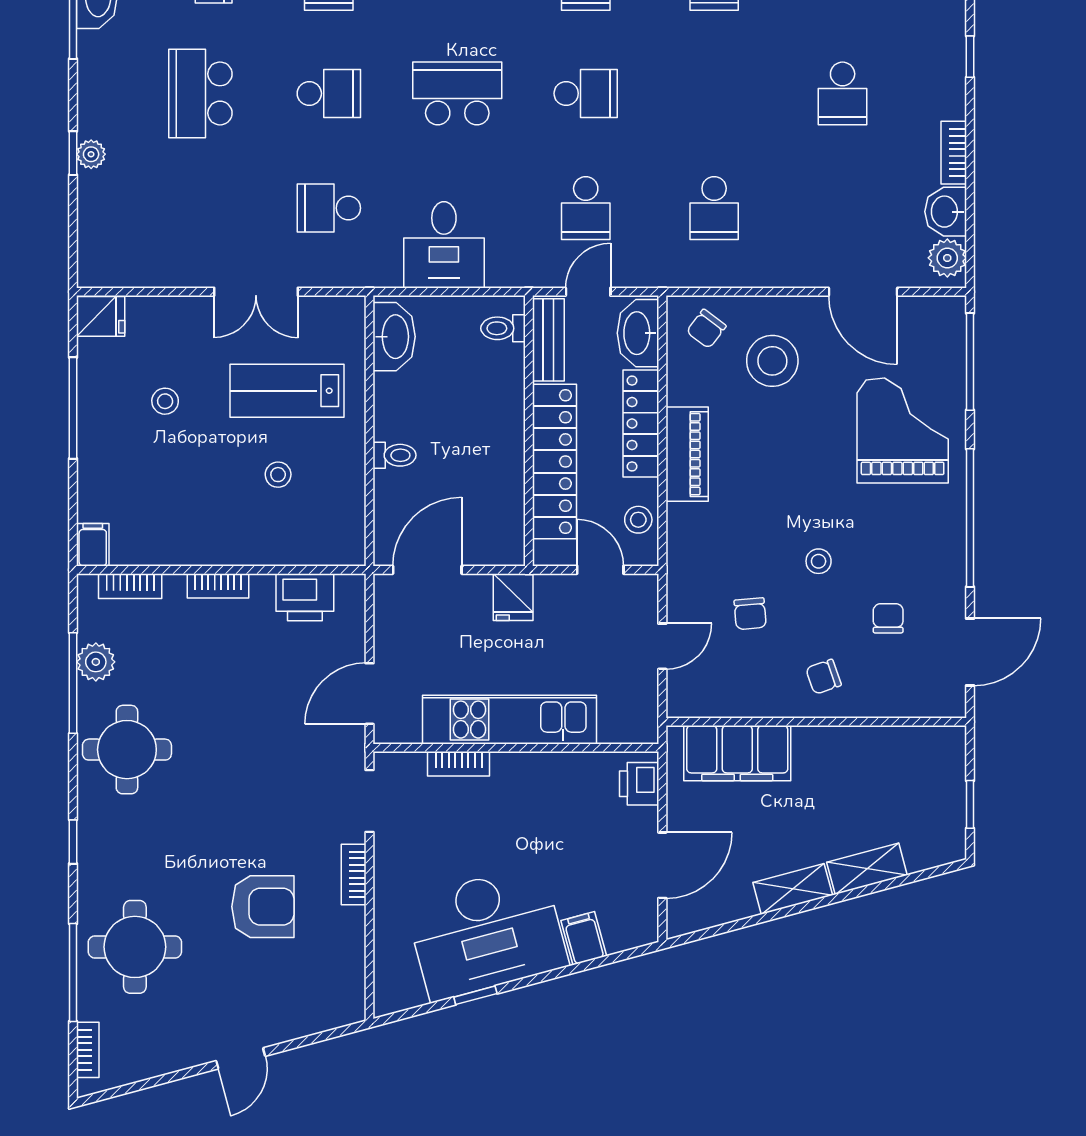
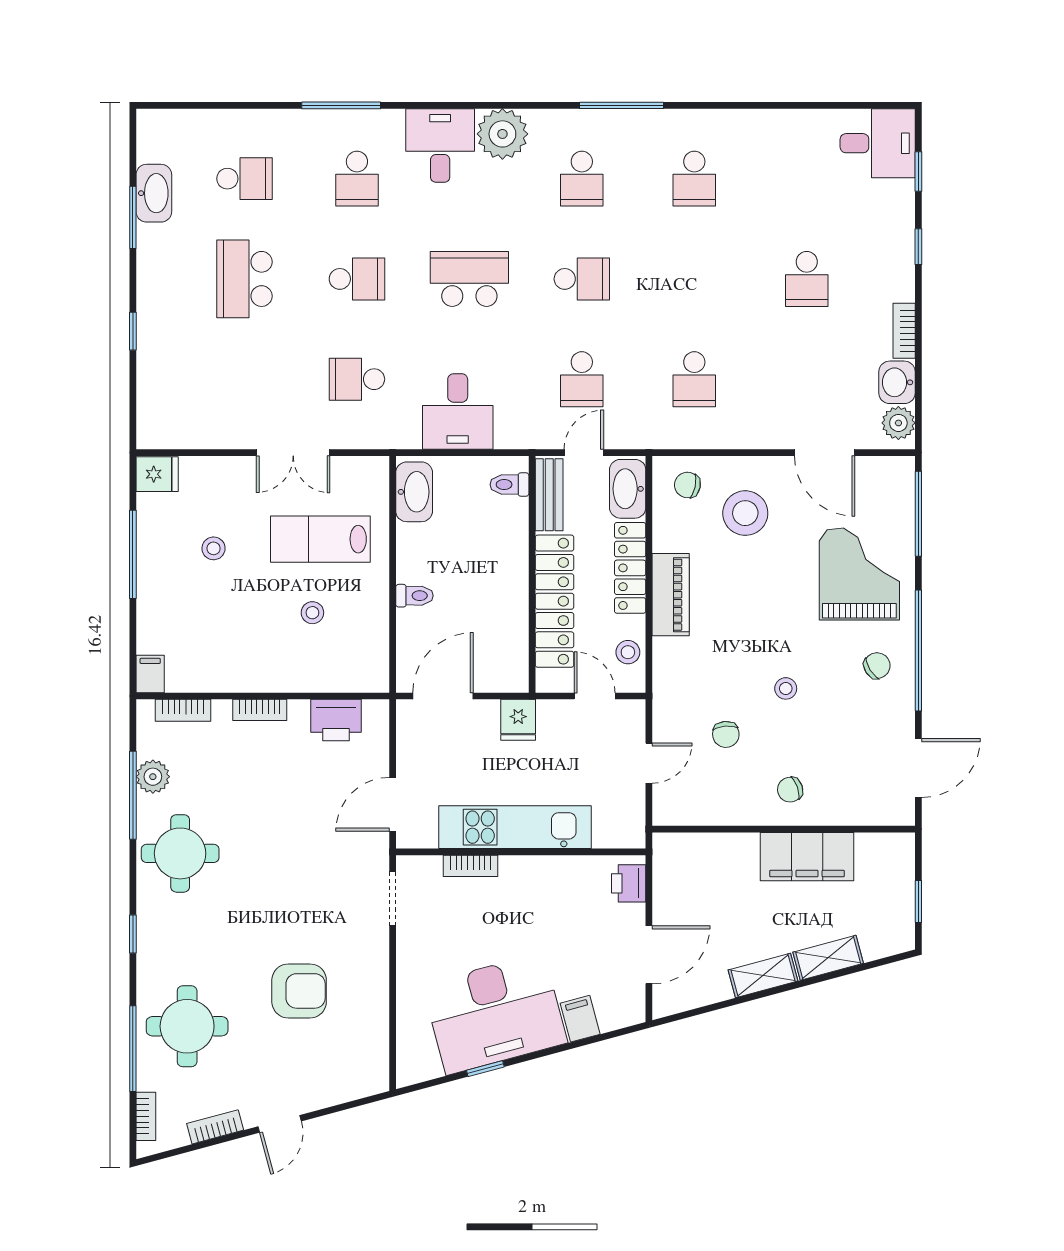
plant: (91, 154) -> (149, 332), removed
chair: (706, 329) -> (687, 485), turned 65
chair: (888, 618) -> (877, 666), moved, turned 58
filing cabinet: (737, 753) -> (807, 857), moved
bookcase: (354, 875) -> (215, 1127), moved, turned 75

